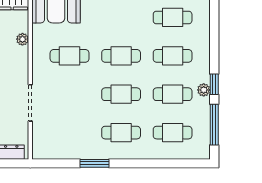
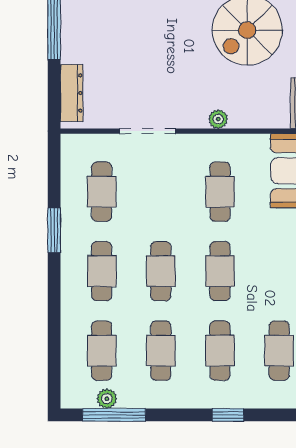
plant: (22, 39) -> (218, 119), moved
window: (214, 84) -> (228, 415), moved
plant: (204, 90) -> (107, 399), moved
cafe table: (70, 133) -> (102, 192), added

